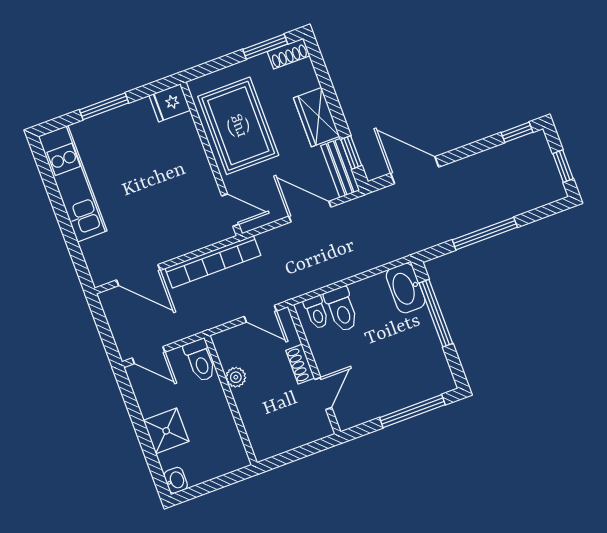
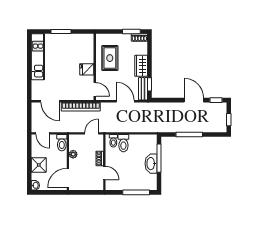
fridge: (170, 103) -> (87, 69), moved
rug: (238, 126) -> (110, 58), width x0.73, depth x0.70
door: (415, 170) -> (194, 100), moved
washbasin: (406, 288) -> (151, 164), moved
door: (260, 314) -> (92, 133), swing flipped
door: (323, 394) -> (104, 173), hinge flipped
door: (244, 436) -> (68, 178), added

